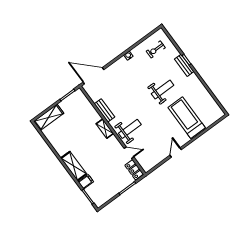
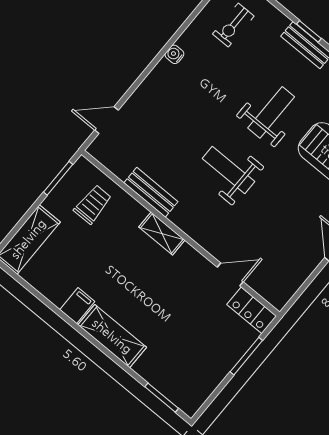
door: (93, 76) -> (106, 120), width x0.53
trolley: (79, 109) -> (93, 204), added
weight bench: (130, 129) -> (229, 170), moved, turned -90
filing cabinet: (86, 182) -> (77, 306), moved

